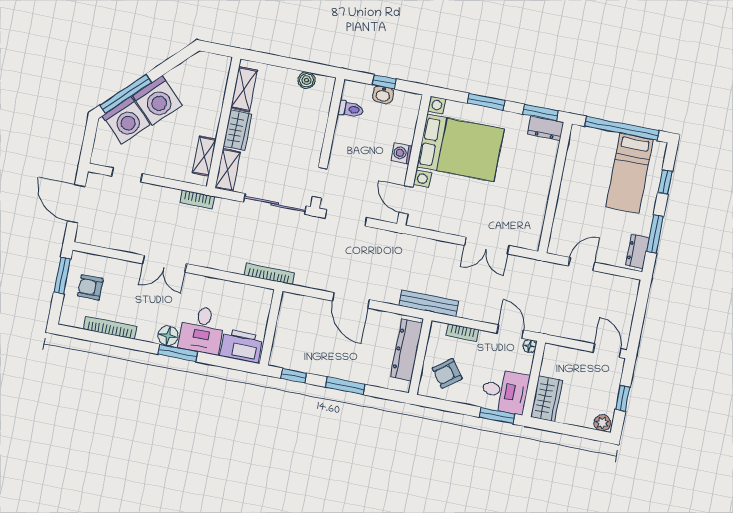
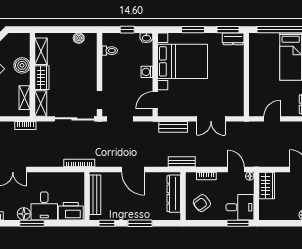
washbasin: (383, 95) -> (146, 38), moved
boiler: (210, 105) -> (22, 65), added
door: (406, 200) -> (155, 100), hinge flipped
bench: (426, 246) -> (173, 127), added
bench: (429, 303) -> (182, 162), width x0.73
bench: (284, 328) -> (95, 195), added
wardrobe: (547, 399) -> (267, 185), moved

